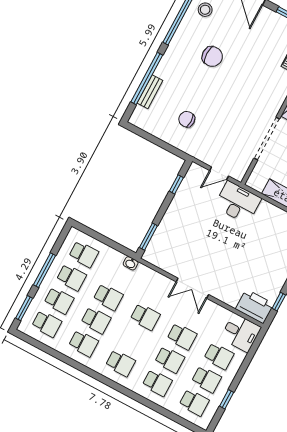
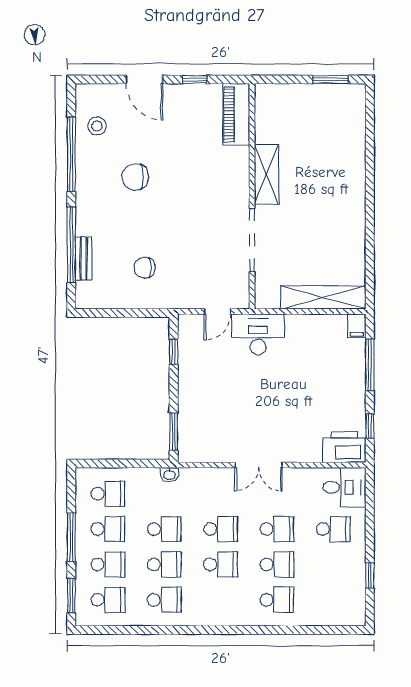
chair: (212, 57) -> (135, 177), turned 180
school desk: (120, 363) -> (221, 564), moved
school desk: (206, 379) -> (333, 564), removed
school desk: (194, 403) -> (333, 600), removed

